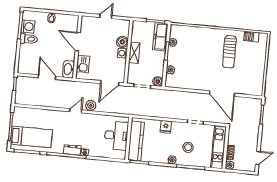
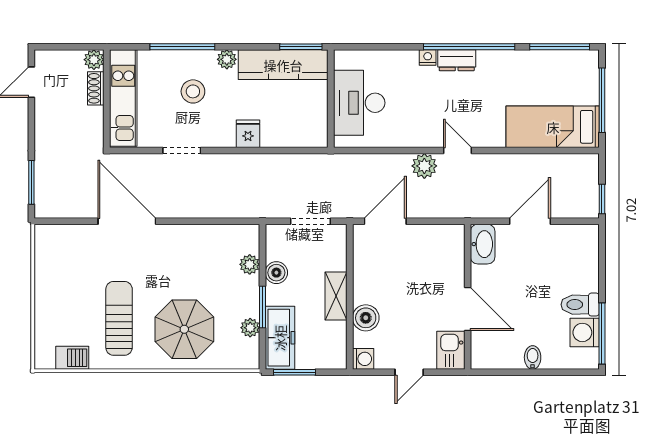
parasol: (202, 44) -> (184, 329), added
washing machine: (122, 53) -> (363, 359), moved
kitchen sink: (83, 64) -> (451, 350), moved
door: (47, 77) -> (530, 221), swing flipped
boiler: (158, 81) -> (276, 273), moved
door: (76, 111) -> (458, 151), swing flipped
bed: (31, 137) -> (553, 127), moved
kitchen counter: (136, 141) -> (283, 65), moved, turned -90

